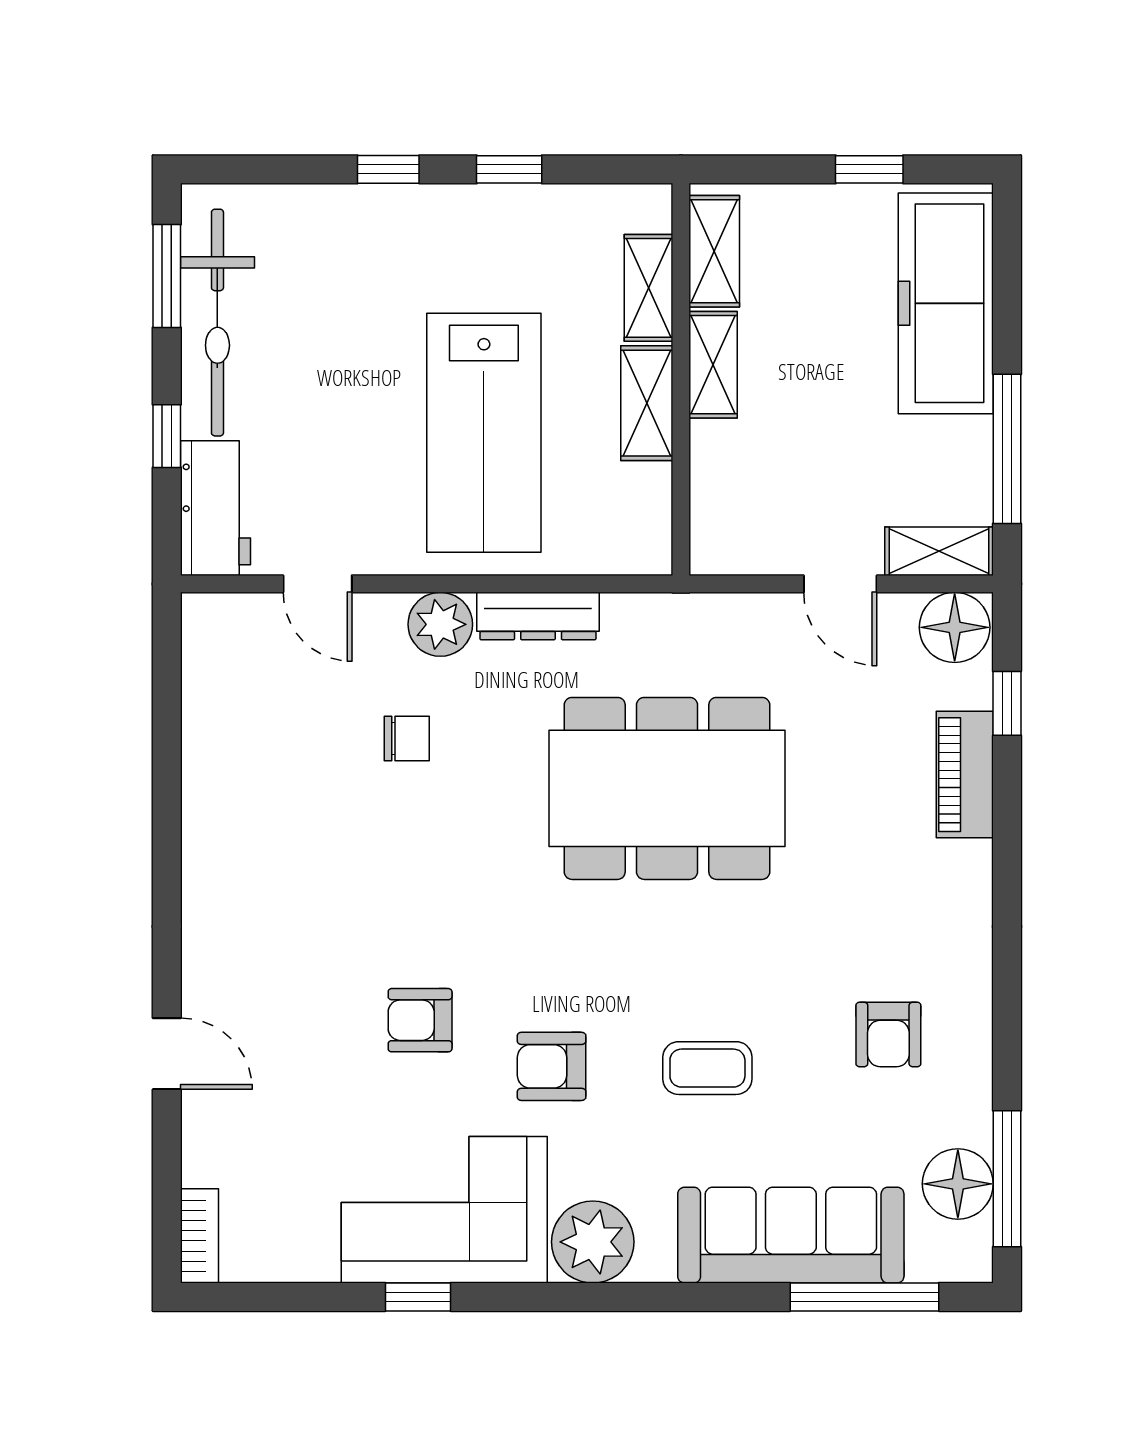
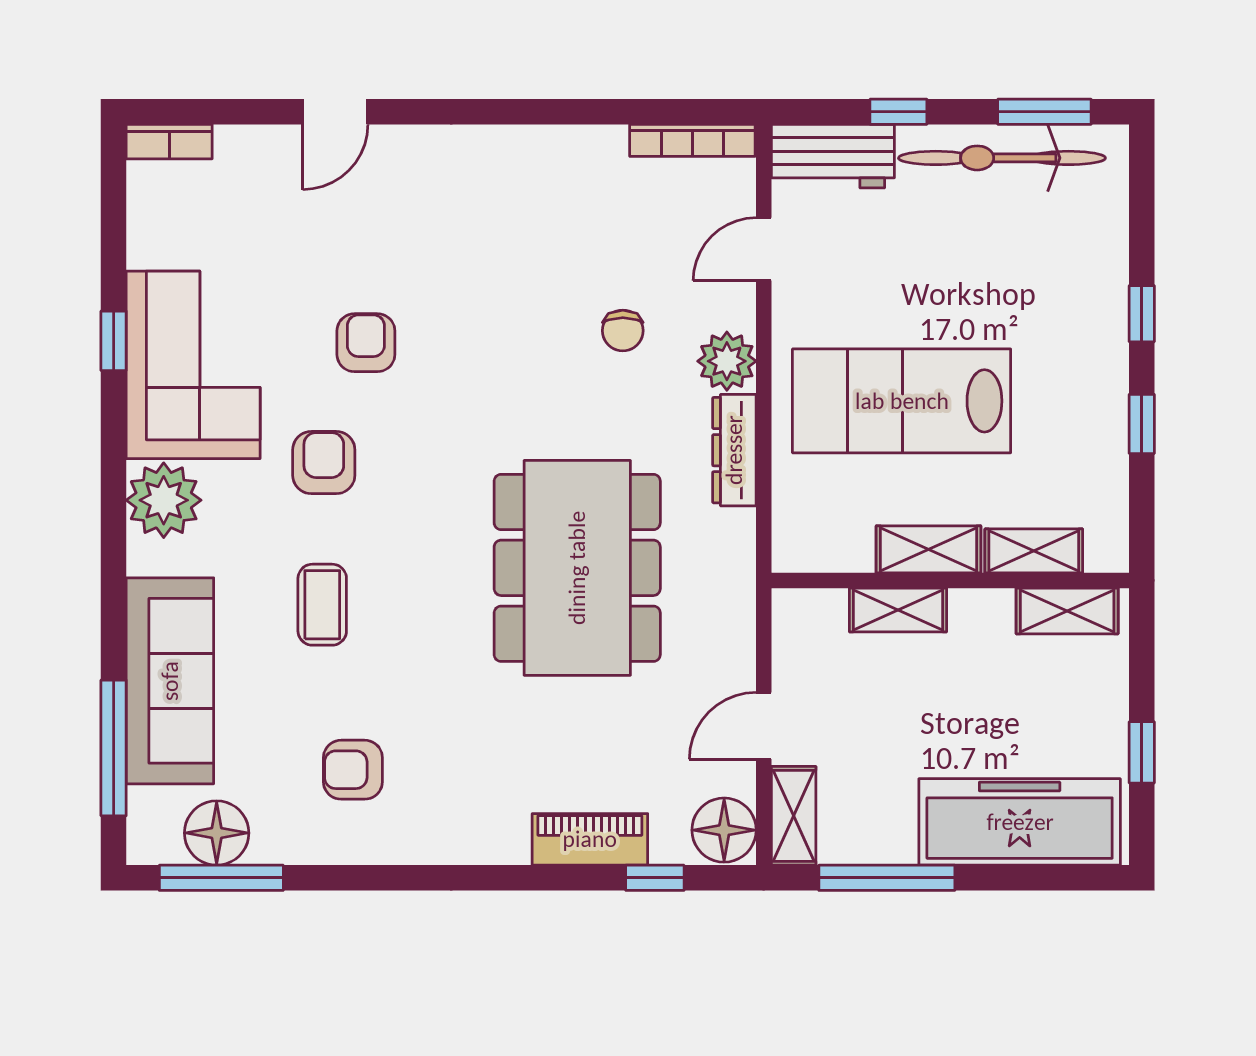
shelving: (713, 365) -> (898, 610), moved
bookcase: (198, 662) -> (692, 140), added

